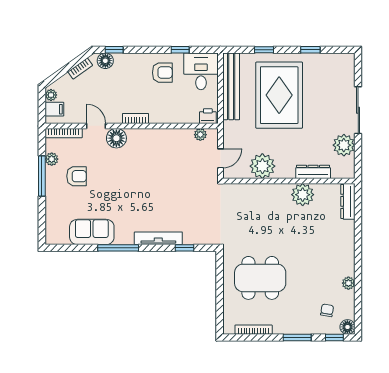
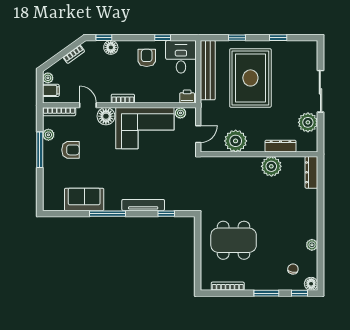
floor lamp: (105, 61) -> (111, 47), moved
armchair: (162, 73) -> (147, 58), turned -90
corner sofa: (160, 152) -> (145, 128), added

